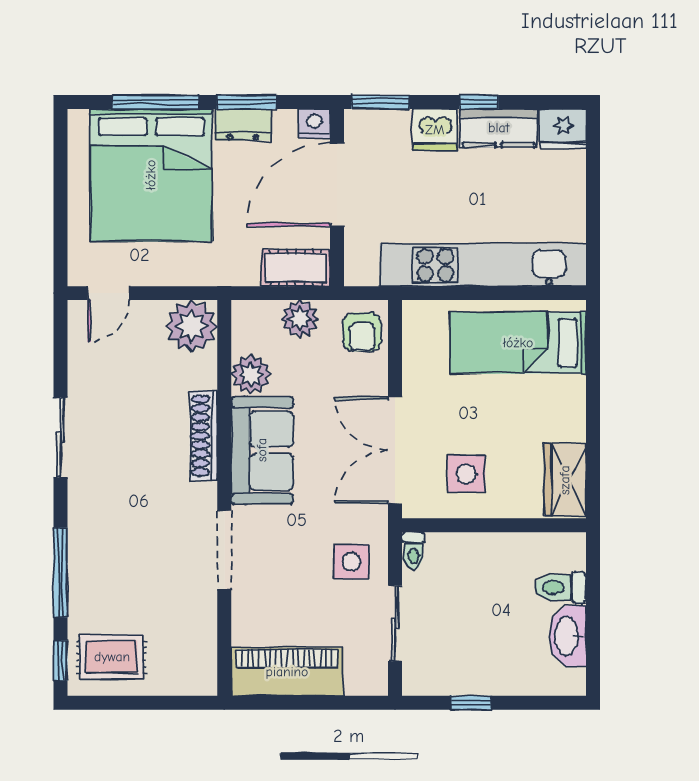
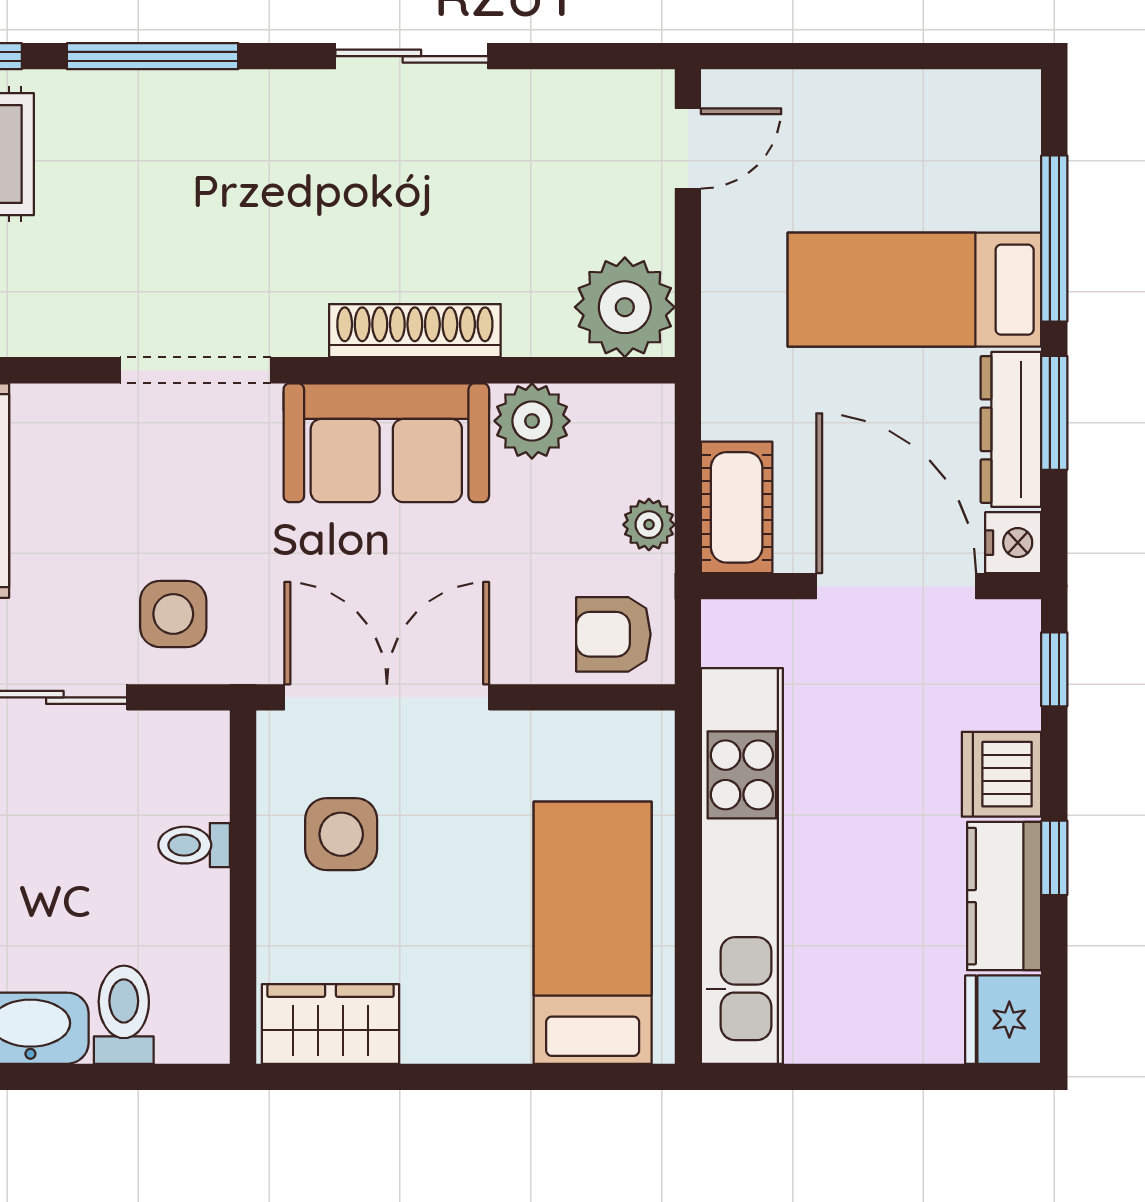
window: (380, 102) -> (1054, 669), width x0.67
dresser: (243, 125) -> (1011, 429), width x1.44
bed: (151, 175) -> (914, 290), width x0.49
door: (109, 293) -> (688, 148), swing flipped
plant: (300, 318) -> (649, 525), width x0.73, depth x0.73
toilet: (413, 551) -> (194, 845), moved

